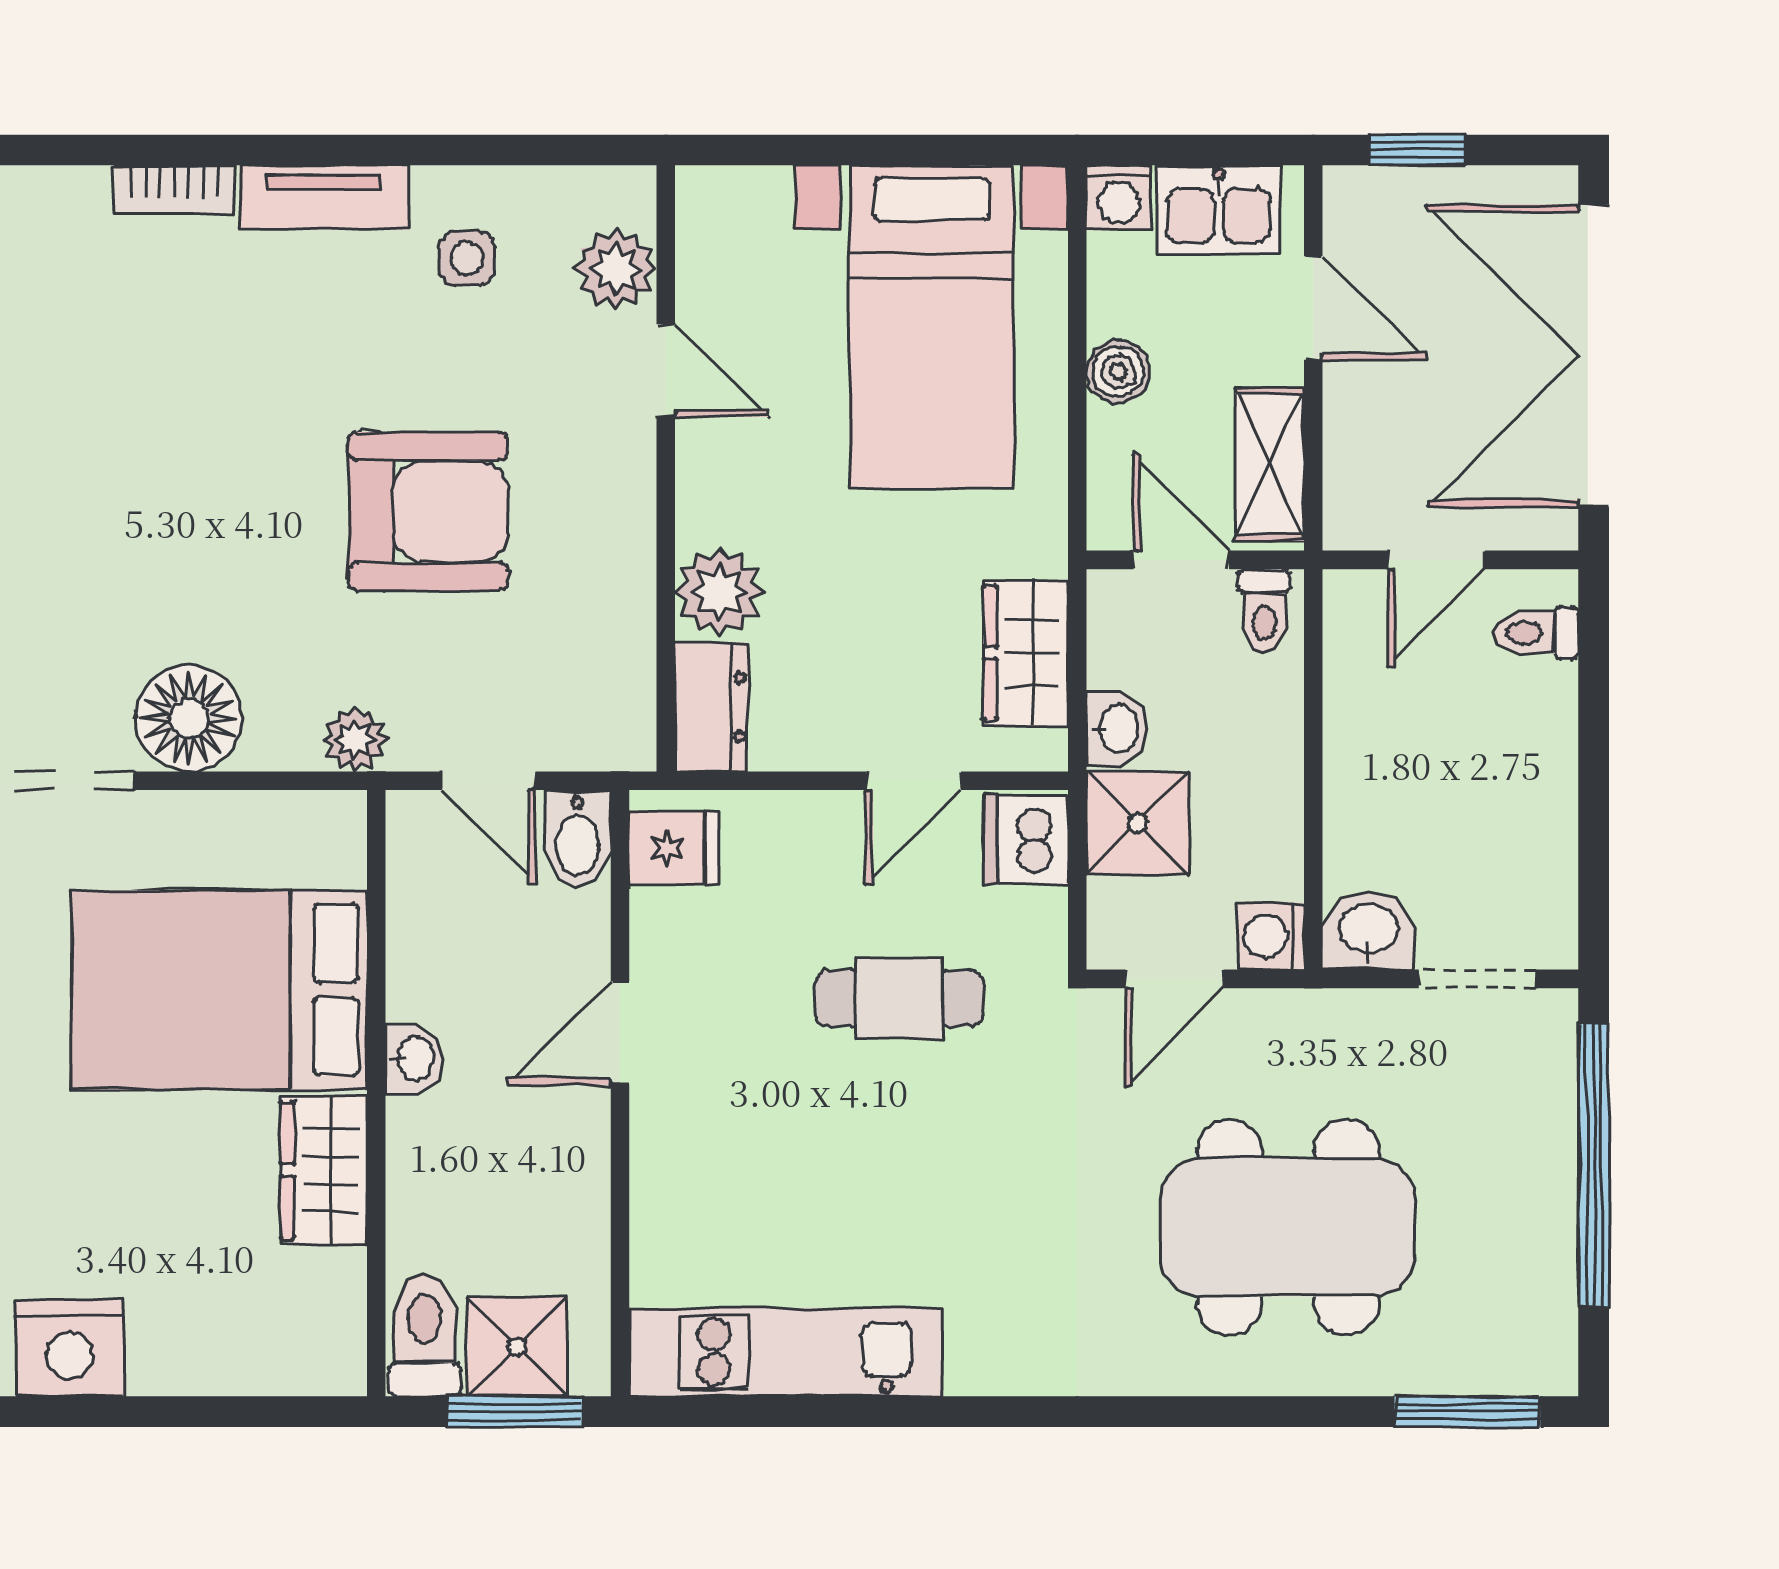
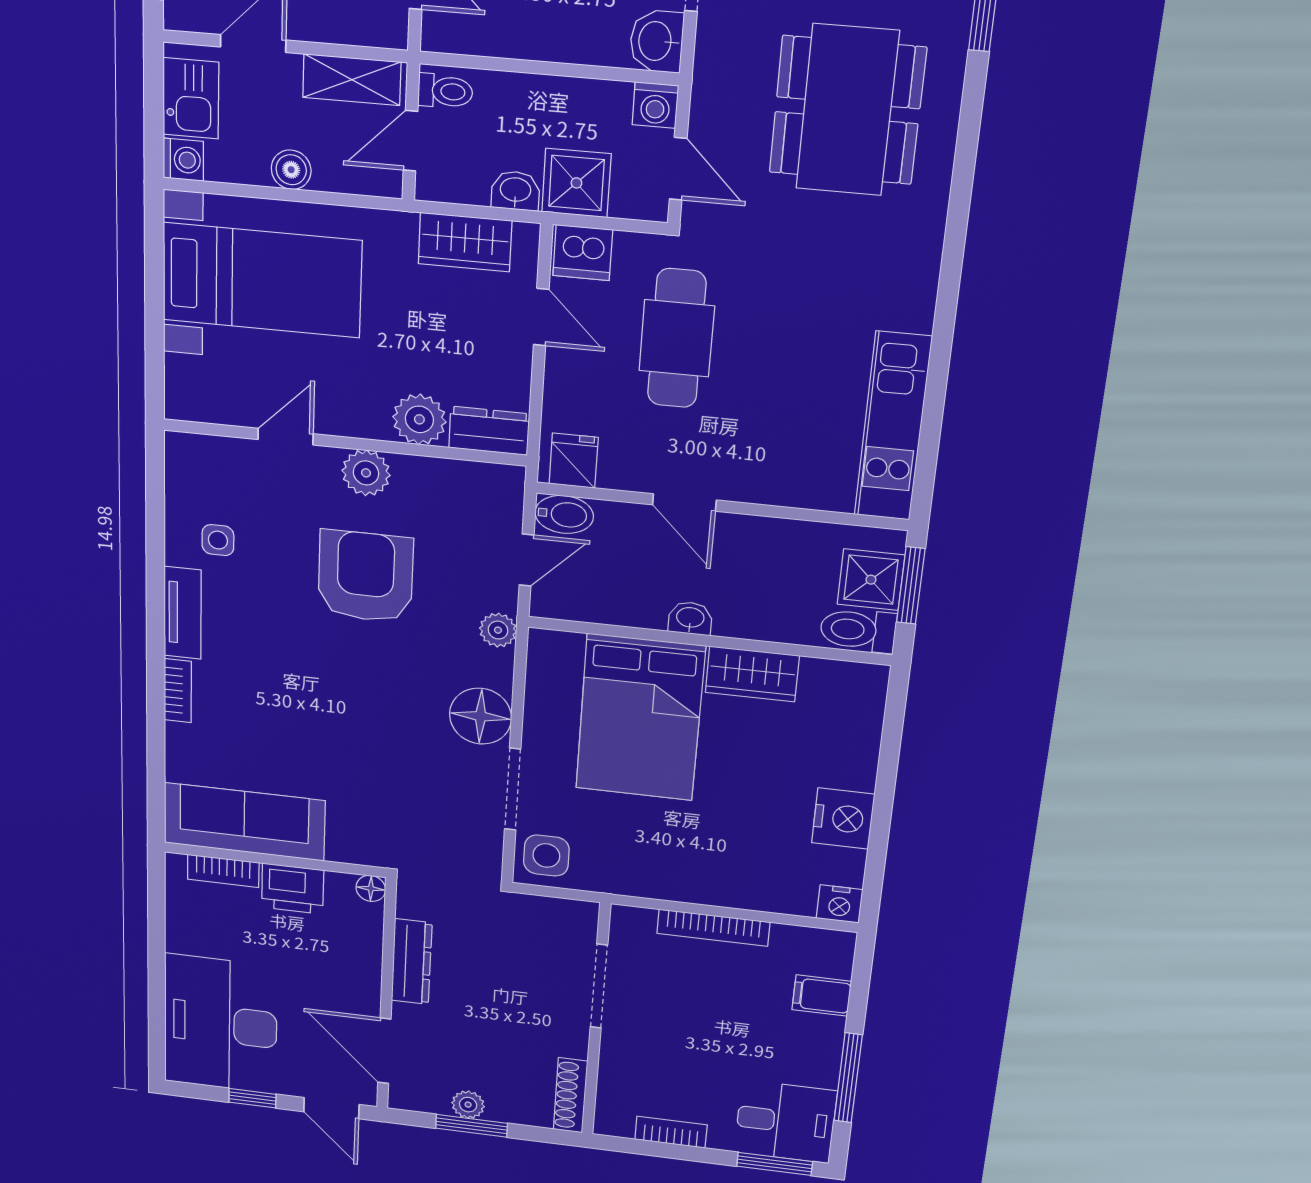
plant: (616, 269) -> (366, 473), moved
cafe table: (899, 998) -> (677, 338), width x1.37, depth x1.35

